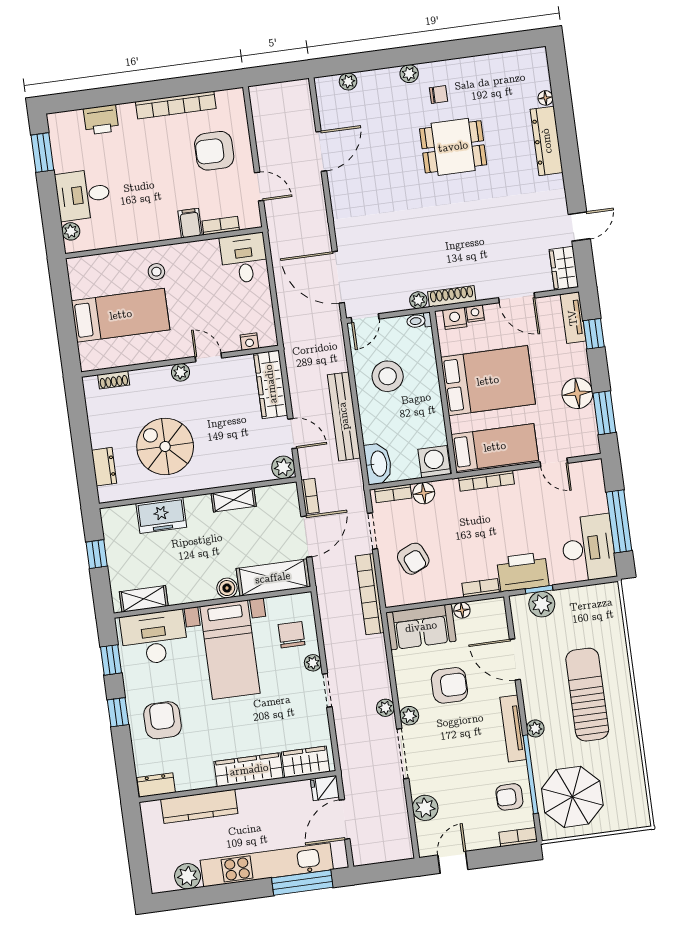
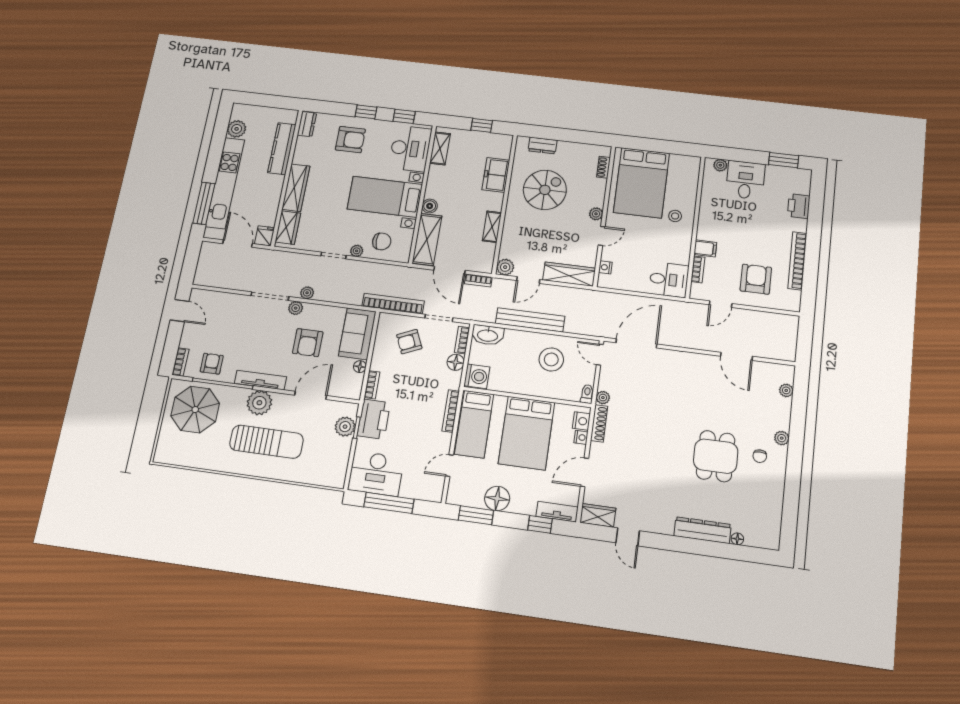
bed: (121, 315) -> (641, 183), width x1.50
plant: (535, 728) -> (259, 403), width x1.87, depth x1.87
plant: (425, 808) -> (225, 302), removed

